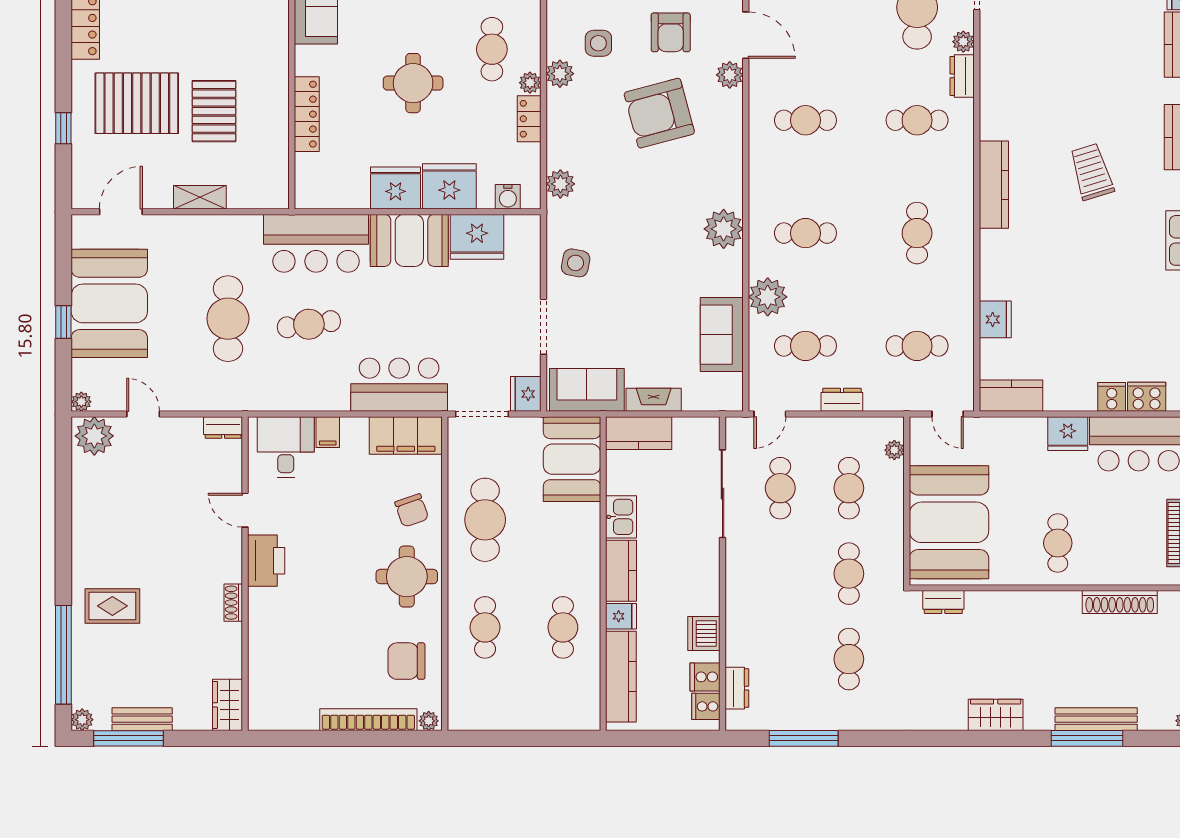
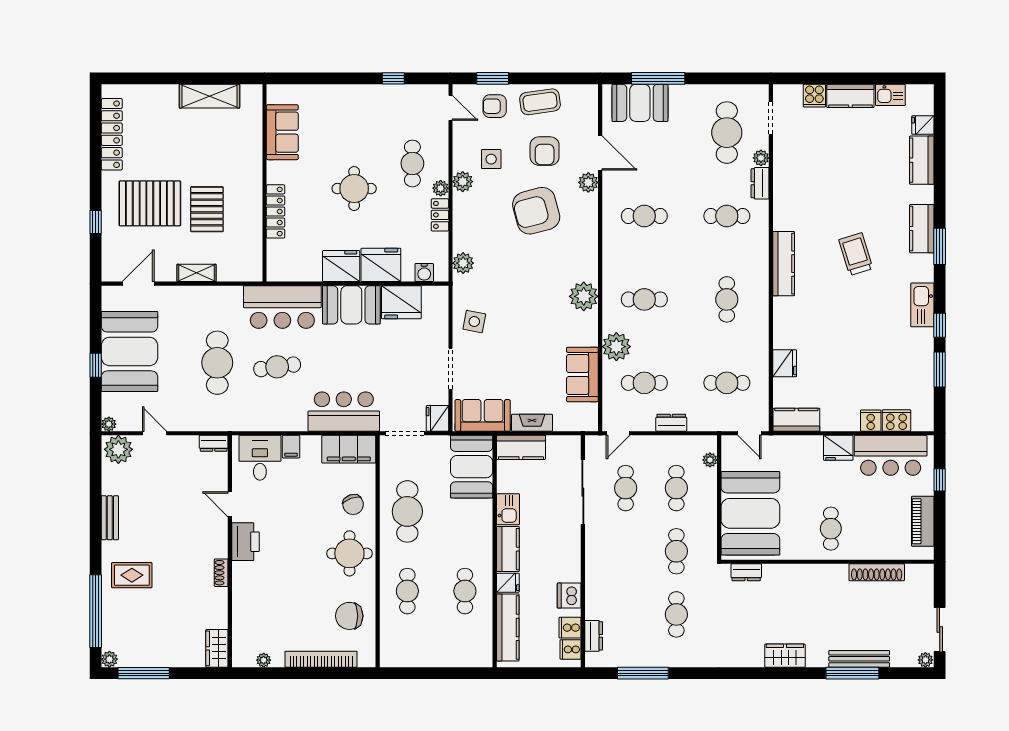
bench: (142, 719) -> (110, 518), moved, turned 90
plant: (429, 721) -> (264, 660), moved

